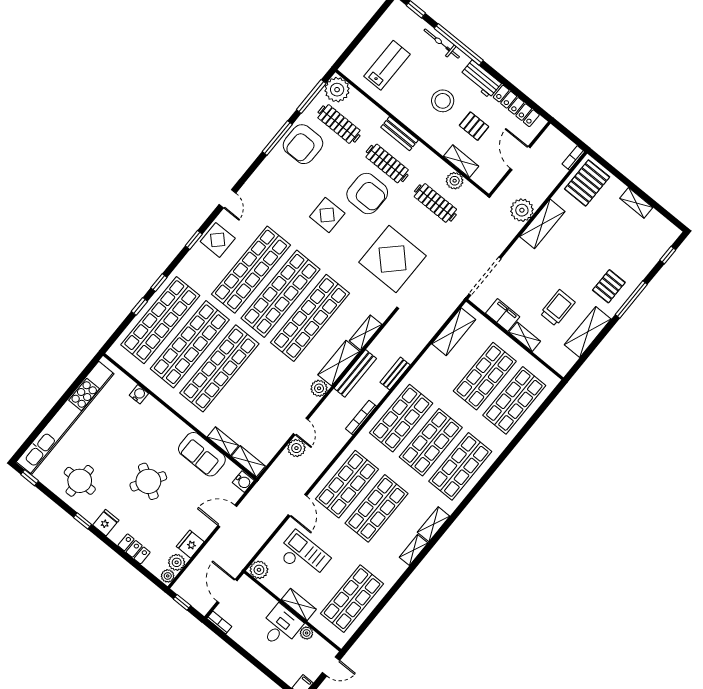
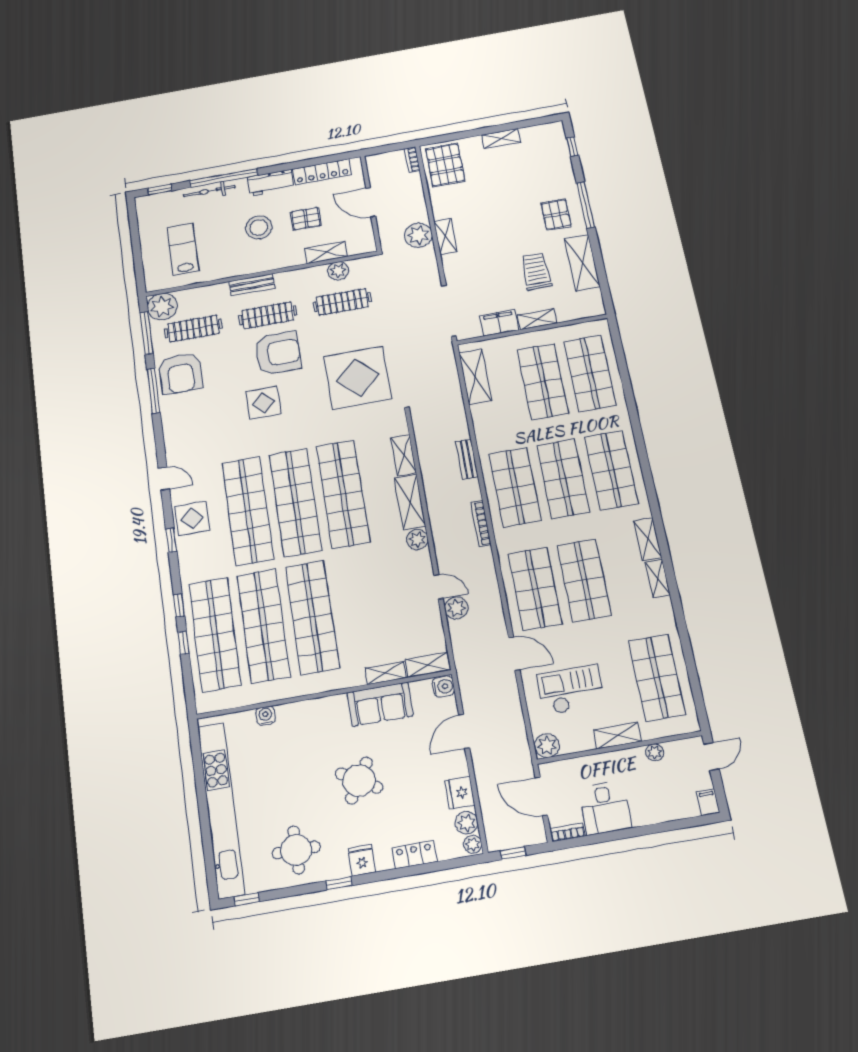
shelving: (542, 224) -> (446, 237), width x0.67, depth x0.75
bench: (355, 373) -> (434, 495), removed
desk: (280, 626) -> (605, 808), moved, turned 180

